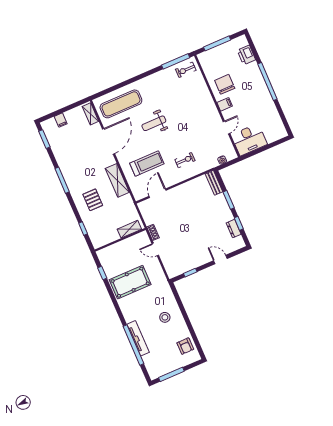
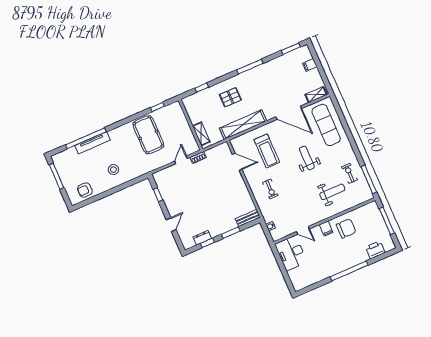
exercise bike: (186, 70) -> (349, 173), moved
weight bench: (188, 98) -> (332, 192), added
shelving: (117, 180) -> (243, 125), width x1.47

